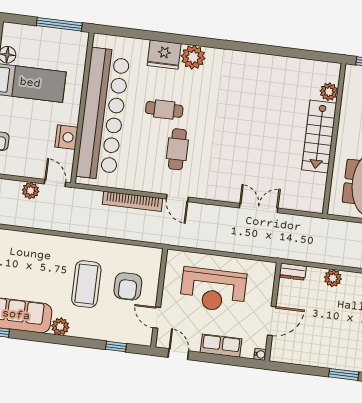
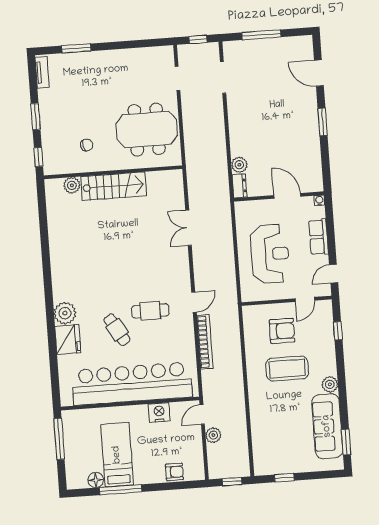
cafe table: (164, 109) -> (117, 330), turned -30
plant: (333, 278) -> (239, 165), moved

